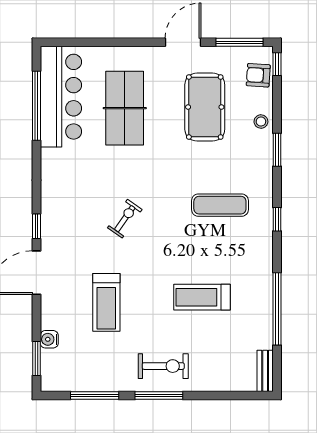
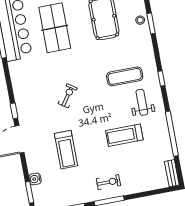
window: (277, 150) -> (151, 23), moved
weight bench: (239, 251) -> (142, 102), added
exercise bike: (163, 366) -> (108, 182), width x0.73, depth x0.72

